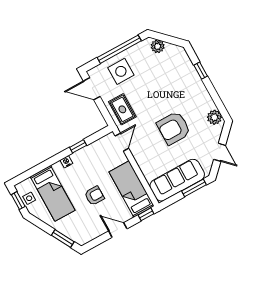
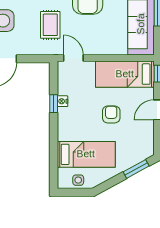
rug: (122, 109) -> (50, 25), moved, turned 90
nightstand: (66, 162) -> (62, 101), moved
window: (18, 201) -> (74, 192), removed

